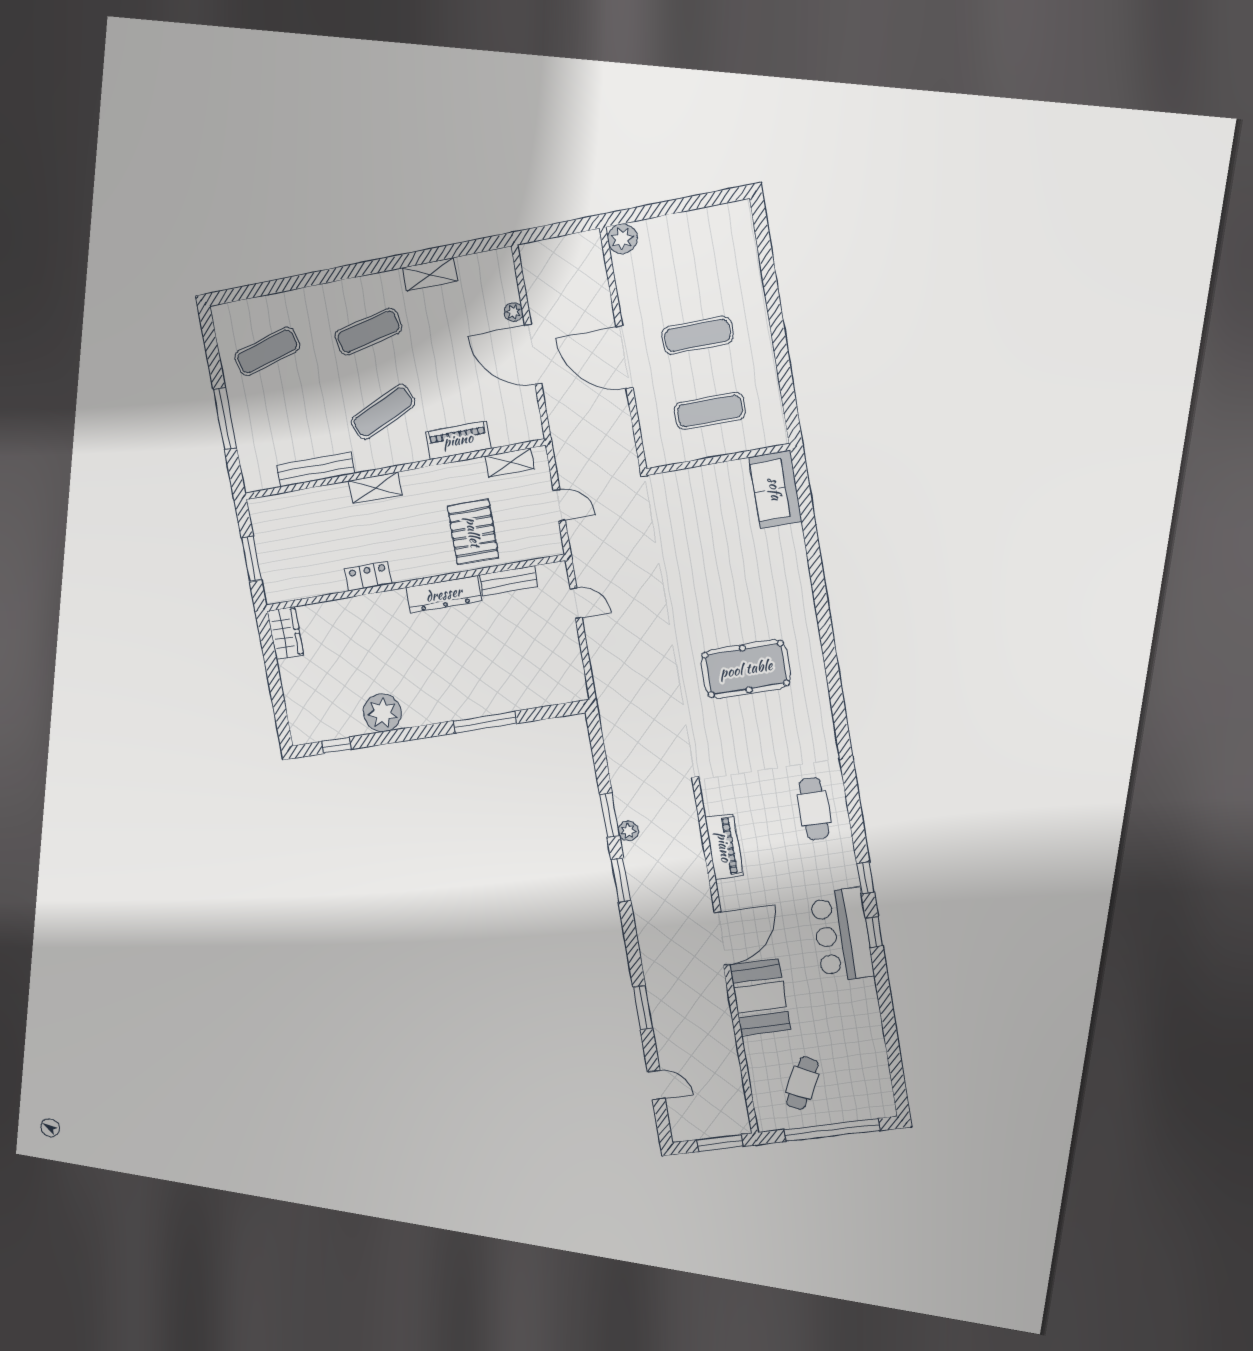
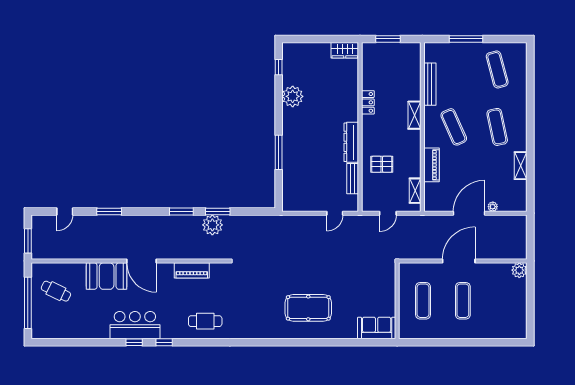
pallet: (473, 532) -> (382, 164), width x0.67, depth x0.71
pool table: (746, 669) -> (308, 308), moved, turned 90
plant: (628, 831) -> (212, 225), width x1.88, depth x1.88

